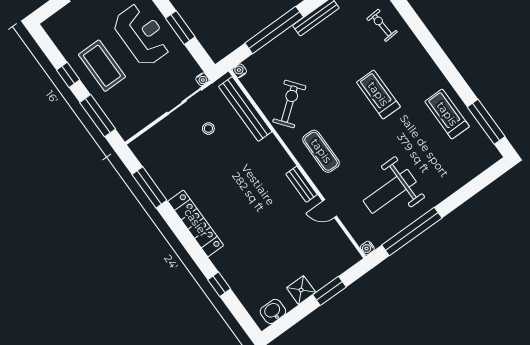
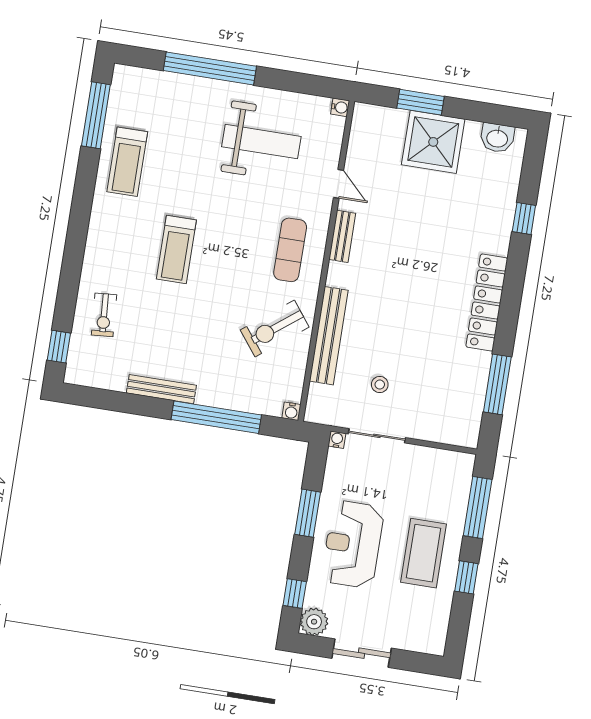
bench: (245, 109) -> (329, 336), moved
window: (412, 232) -> (210, 68), moved
shower: (301, 290) -> (433, 142), width x1.86, depth x1.86

